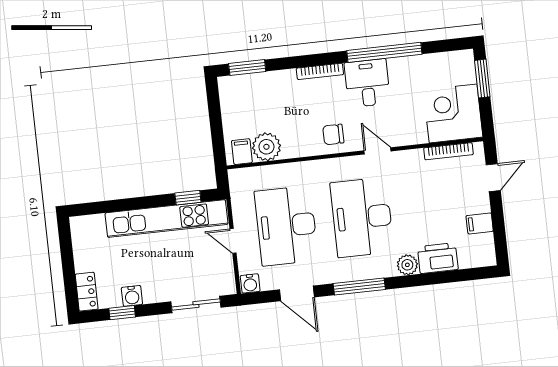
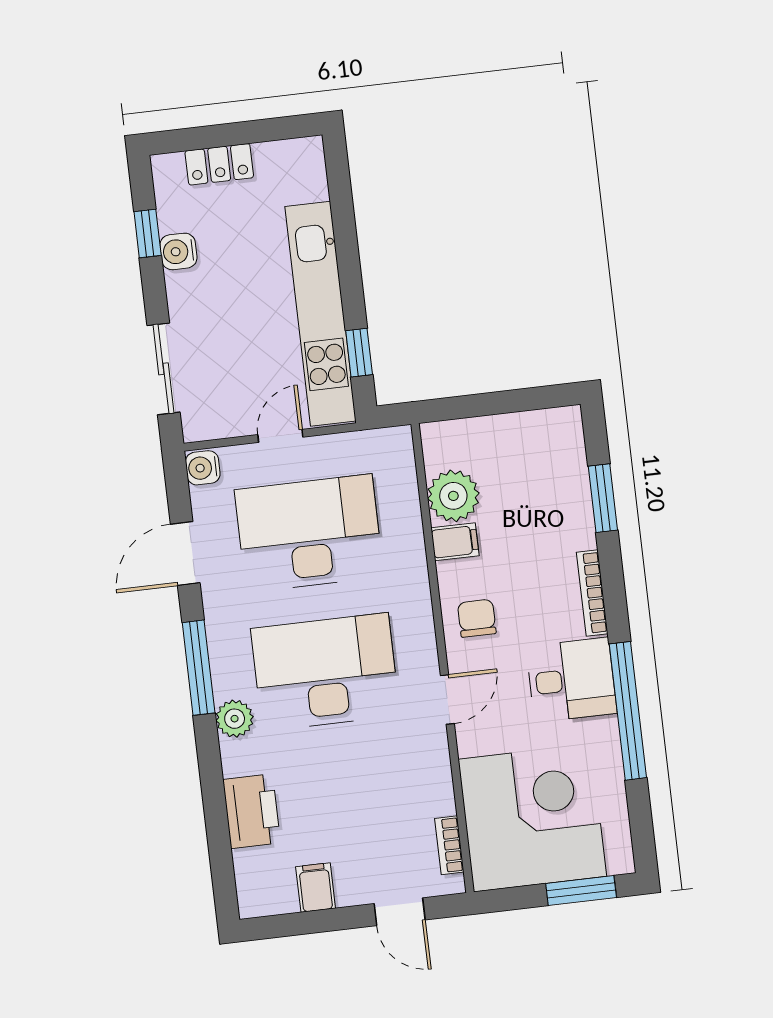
window: (247, 68) -> (603, 498), moved
corner desk: (453, 113) -> (532, 818), width x1.36, depth x1.36
bookcase: (448, 151) -> (449, 845), width x0.64
filing cabinet: (242, 152) -> (455, 542), moved
plant: (407, 265) -> (235, 719), moved
locker: (87, 292) -> (219, 164), moved

